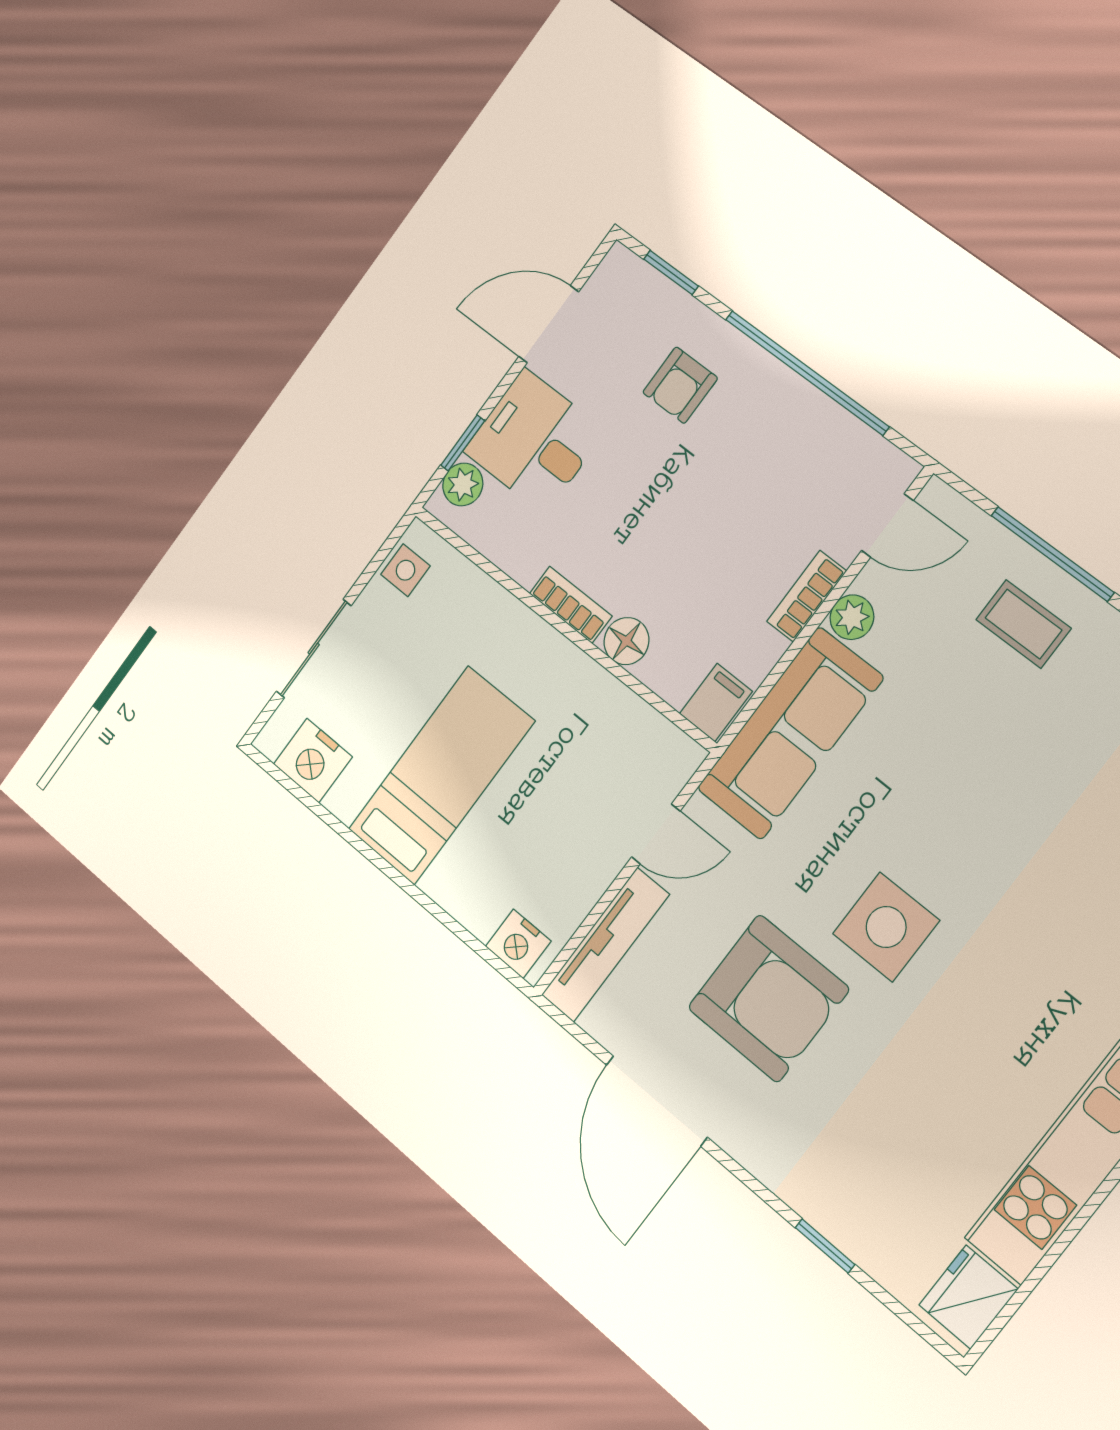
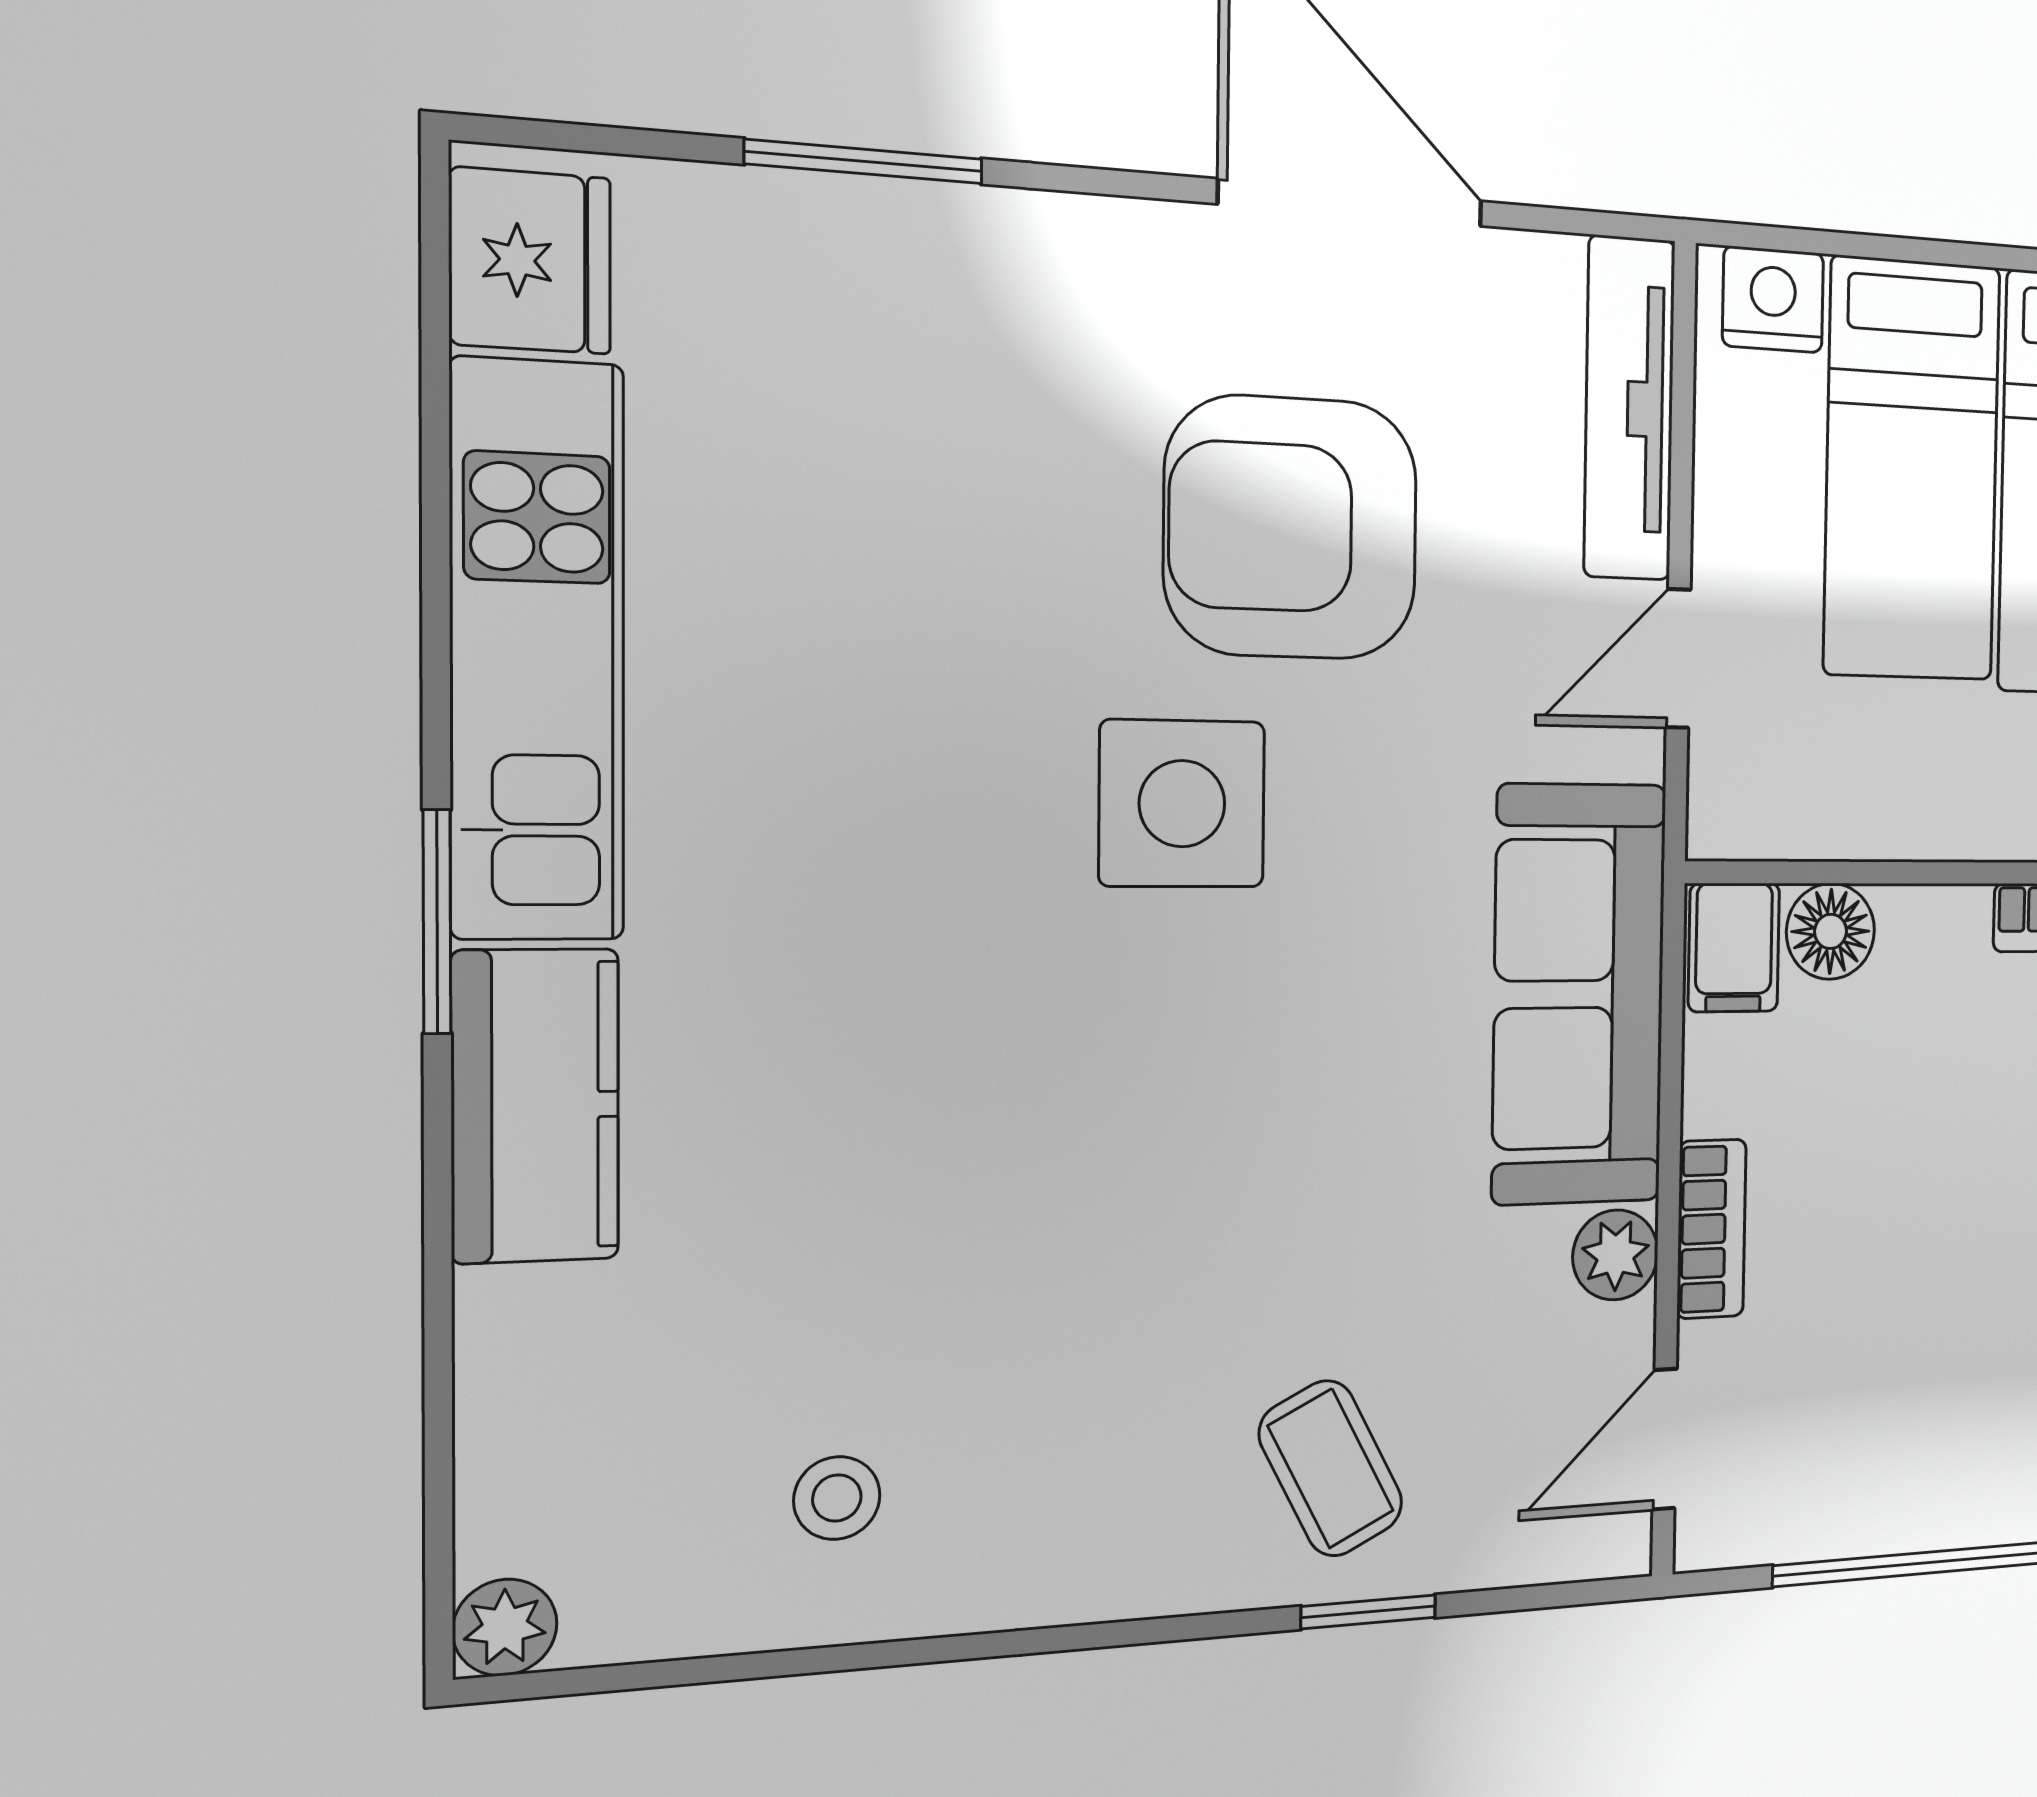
window: (1052, 554) -> (1368, 1612), width x0.46
coffee table: (1023, 624) -> (1331, 1468), turned 63
floor lamp: (626, 641) -> (1831, 931), moved
bed: (509, 836) -> (1912, 470), added
window: (825, 1246) -> (864, 162), width x1.50

